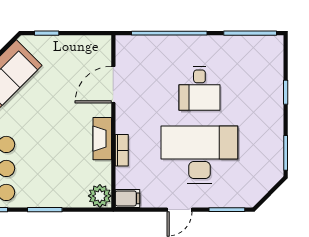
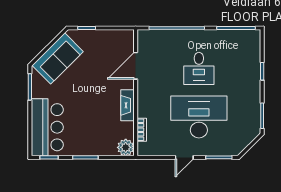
bookcase: (122, 150) -> (142, 130), moved
filing cabinet: (127, 198) -> (146, 149), removed

